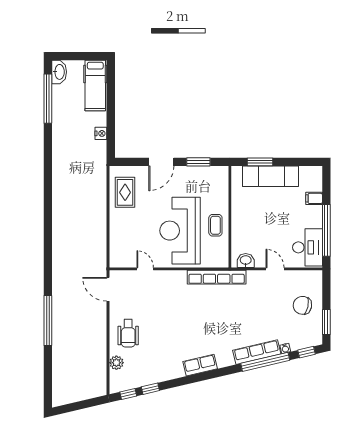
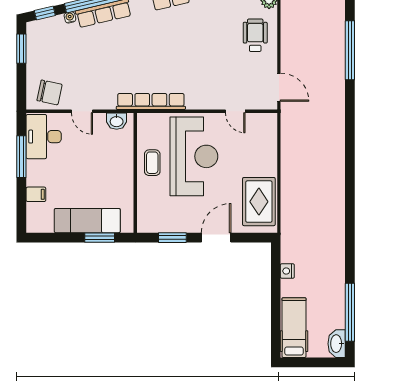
rug: (125, 192) -> (259, 202), width x1.36, depth x1.43
window: (326, 230) -> (21, 157), width x0.68
chair: (302, 305) -> (49, 92), moved

